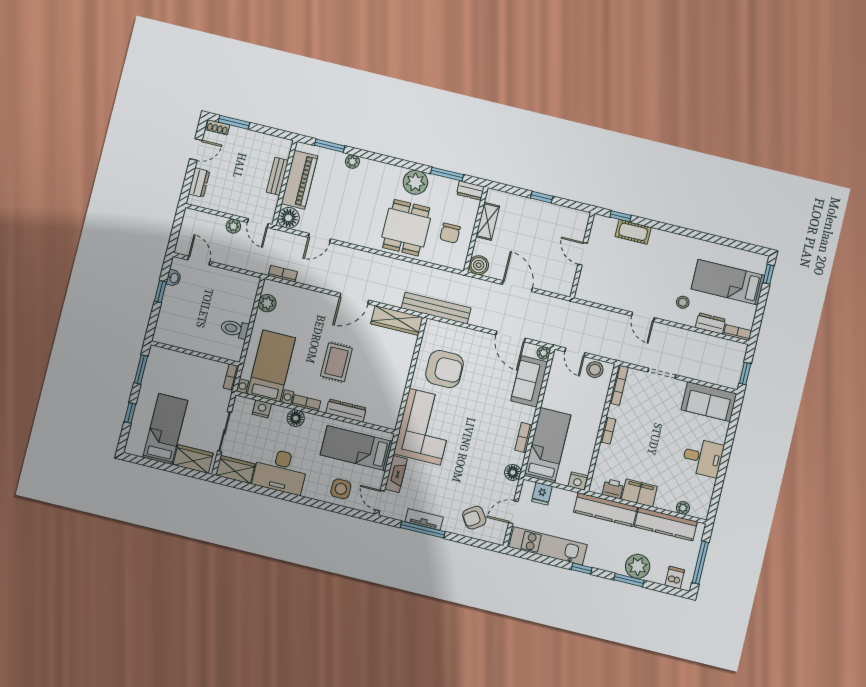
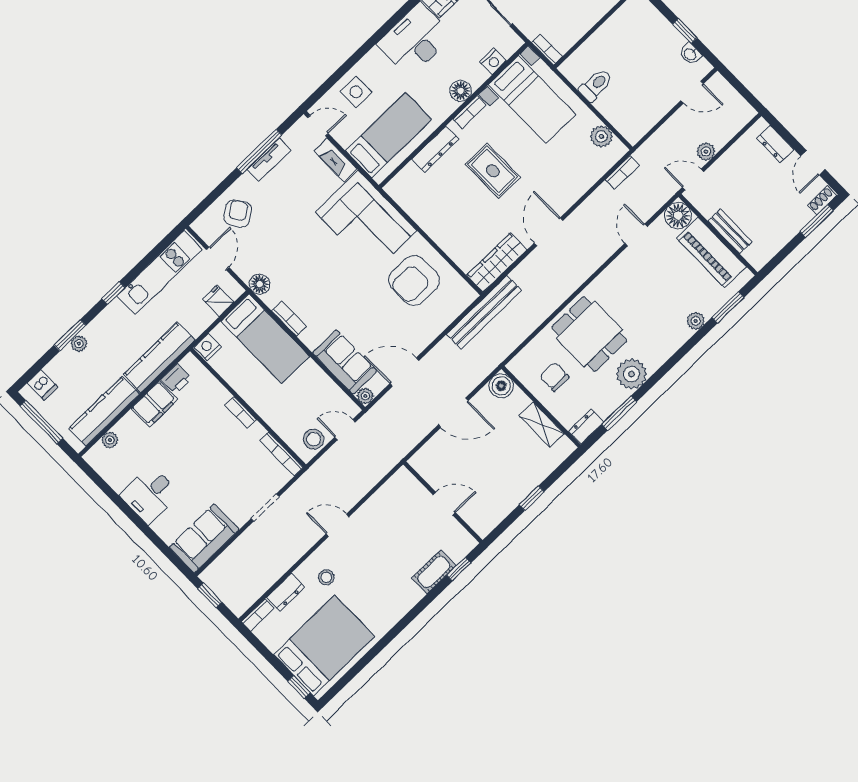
bed: (728, 282) -> (324, 645), width x1.50
plant: (638, 566) -> (79, 344), width x0.53, depth x0.53

